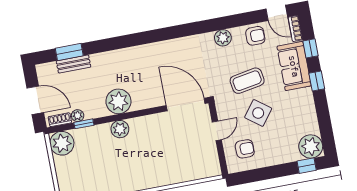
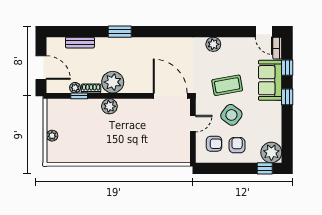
armchair: (255, 36) -> (237, 145), moved, turned -90
window: (69, 52) -> (120, 32), moved
shoe rack: (60, 120) -> (91, 88), moved
plant: (62, 143) -> (52, 136), moved, width x0.53, depth x0.53

